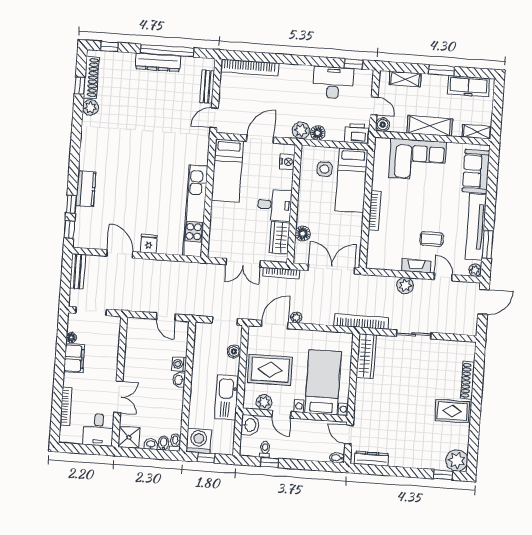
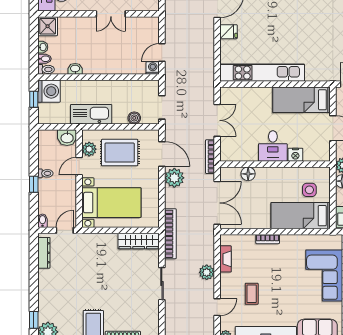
nightstand: (287, 162) -> (295, 155), moved
bookcase: (375, 211) -> (268, 239), width x0.64
wardrobe: (280, 238) -> (243, 153), removed
double door: (243, 263) -> (217, 120), swing flipped
fireplace: (416, 266) -> (226, 259), moved
plant: (296, 317) -> (174, 178), width x1.87, depth x1.87
washing machine: (179, 364) -> (153, 68), moved
rug: (270, 370) -> (120, 153), turned 90
washbasin: (179, 380) -> (75, 69), moved
double door: (118, 397) -> (111, 14), moved
toilet: (265, 449) -> (45, 173), moved
window: (270, 462) -> (34, 184), moved

